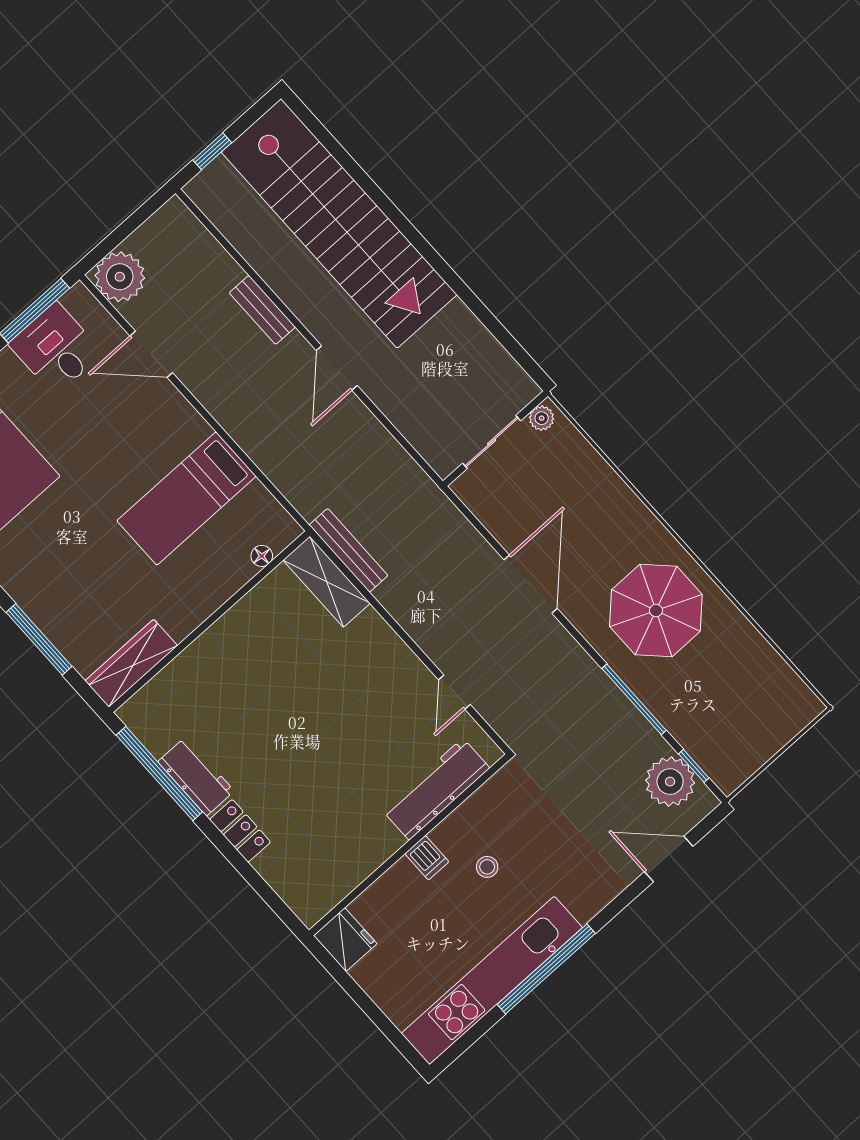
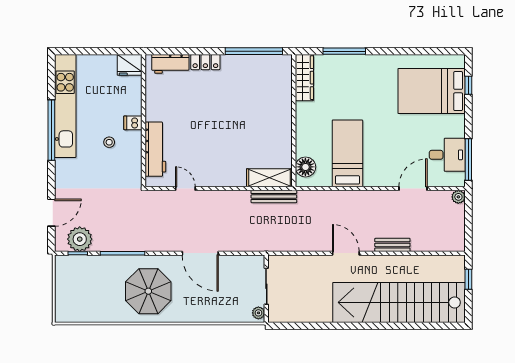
plant: (120, 277) -> (458, 197), width x0.53, depth x0.53
floor lamp: (262, 556) -> (305, 167), width x1.89, depth x1.89
workbench: (196, 776) -> (170, 64), moved

